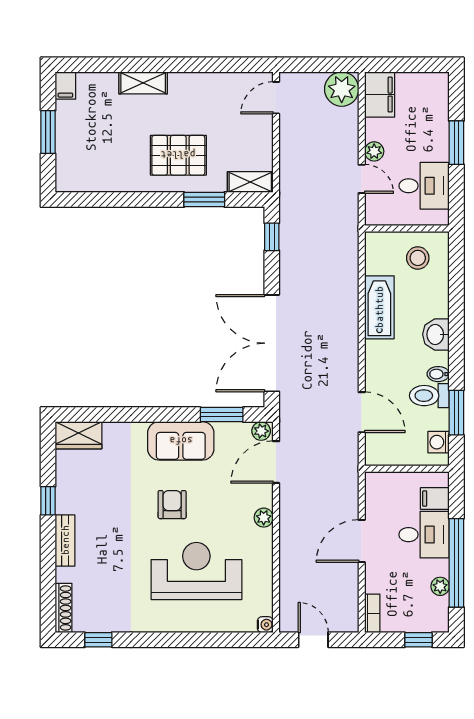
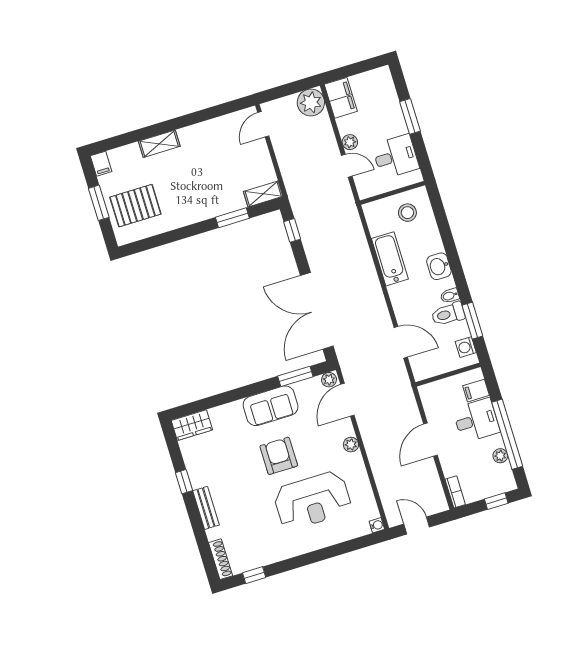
pallet: (178, 155) -> (135, 206), moved
armchair: (172, 505) -> (279, 456), width x1.38, depth x1.38
reception desk: (196, 571) -> (312, 501), turned 180

